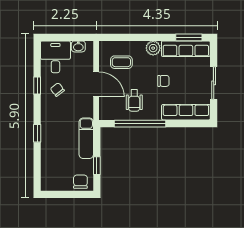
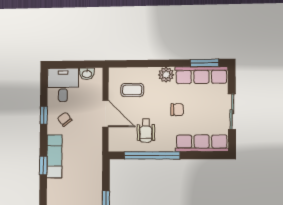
exam couch: (86, 138) -> (54, 156), moved, turned 180

